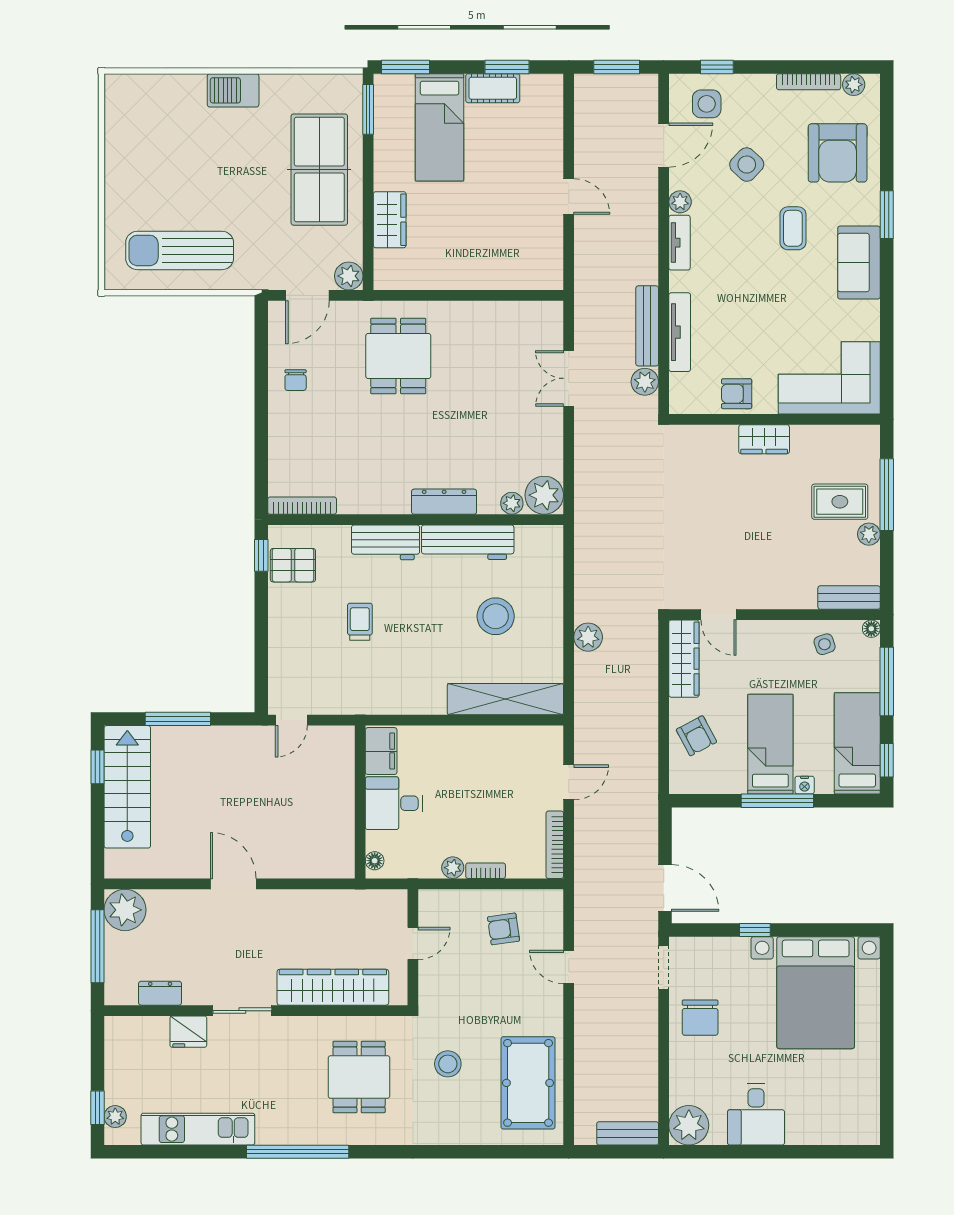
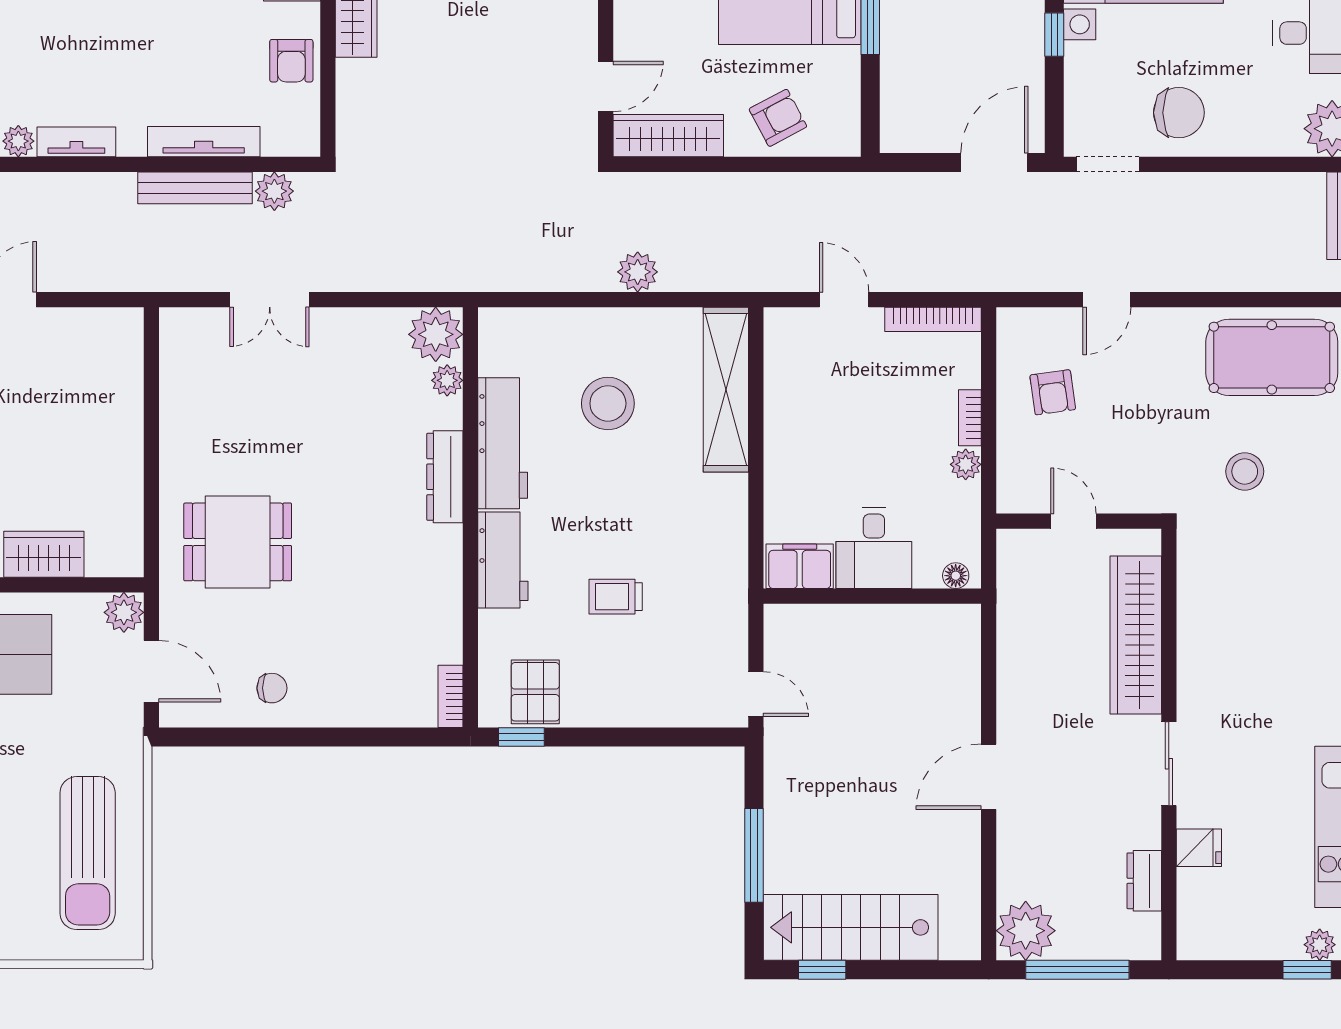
bookcase: (302, 506) -> (450, 696), width x0.64
fridge: (188, 1032) -> (1199, 848), width x0.72
dining table: (359, 1077) -> (1263, 598), removed

